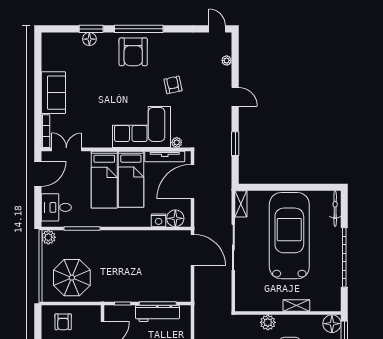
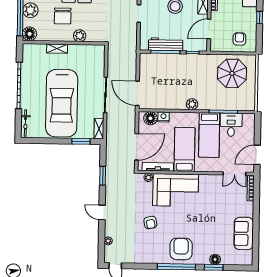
sofa: (53, 93) -> (244, 233), moved
bed: (104, 180) -> (209, 135), moved, turned 180
window: (264, 187) -> (81, 141), added
desk: (56, 207) -> (231, 125), moved, turned -90
plant: (48, 237) -> (192, 104), moved

